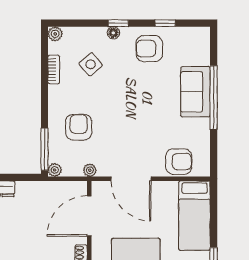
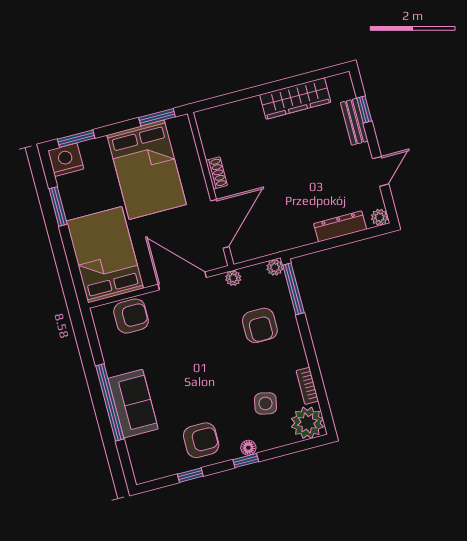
plant: (55, 34) -> (307, 423), width x1.88, depth x1.88
side table: (91, 64) -> (265, 403), turned -38
armchair: (179, 162) -> (131, 316), turned 180
bed: (194, 216) -> (105, 255), width x1.50

